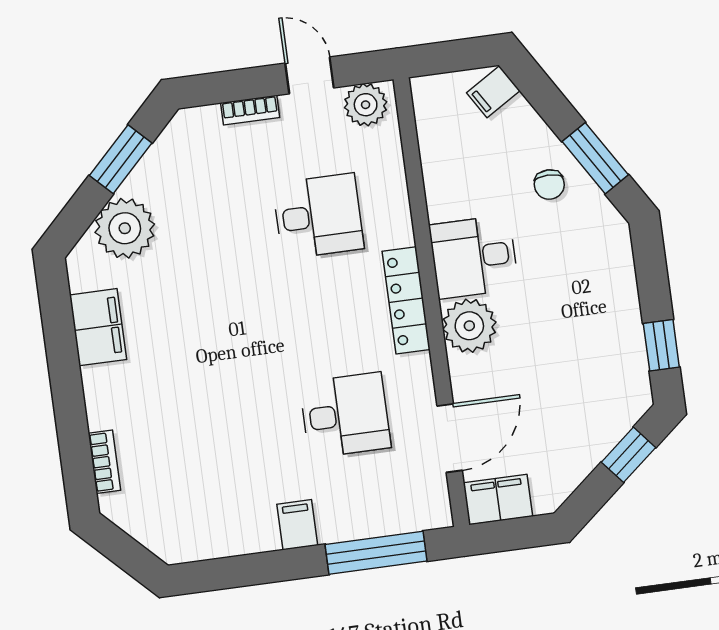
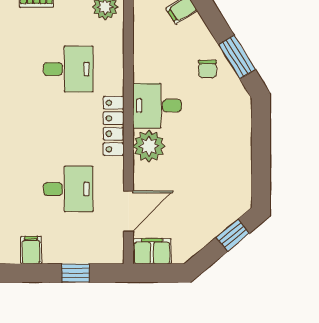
window: (661, 345) -> (261, 173), removed
window: (376, 553) -> (75, 273), width x0.46

